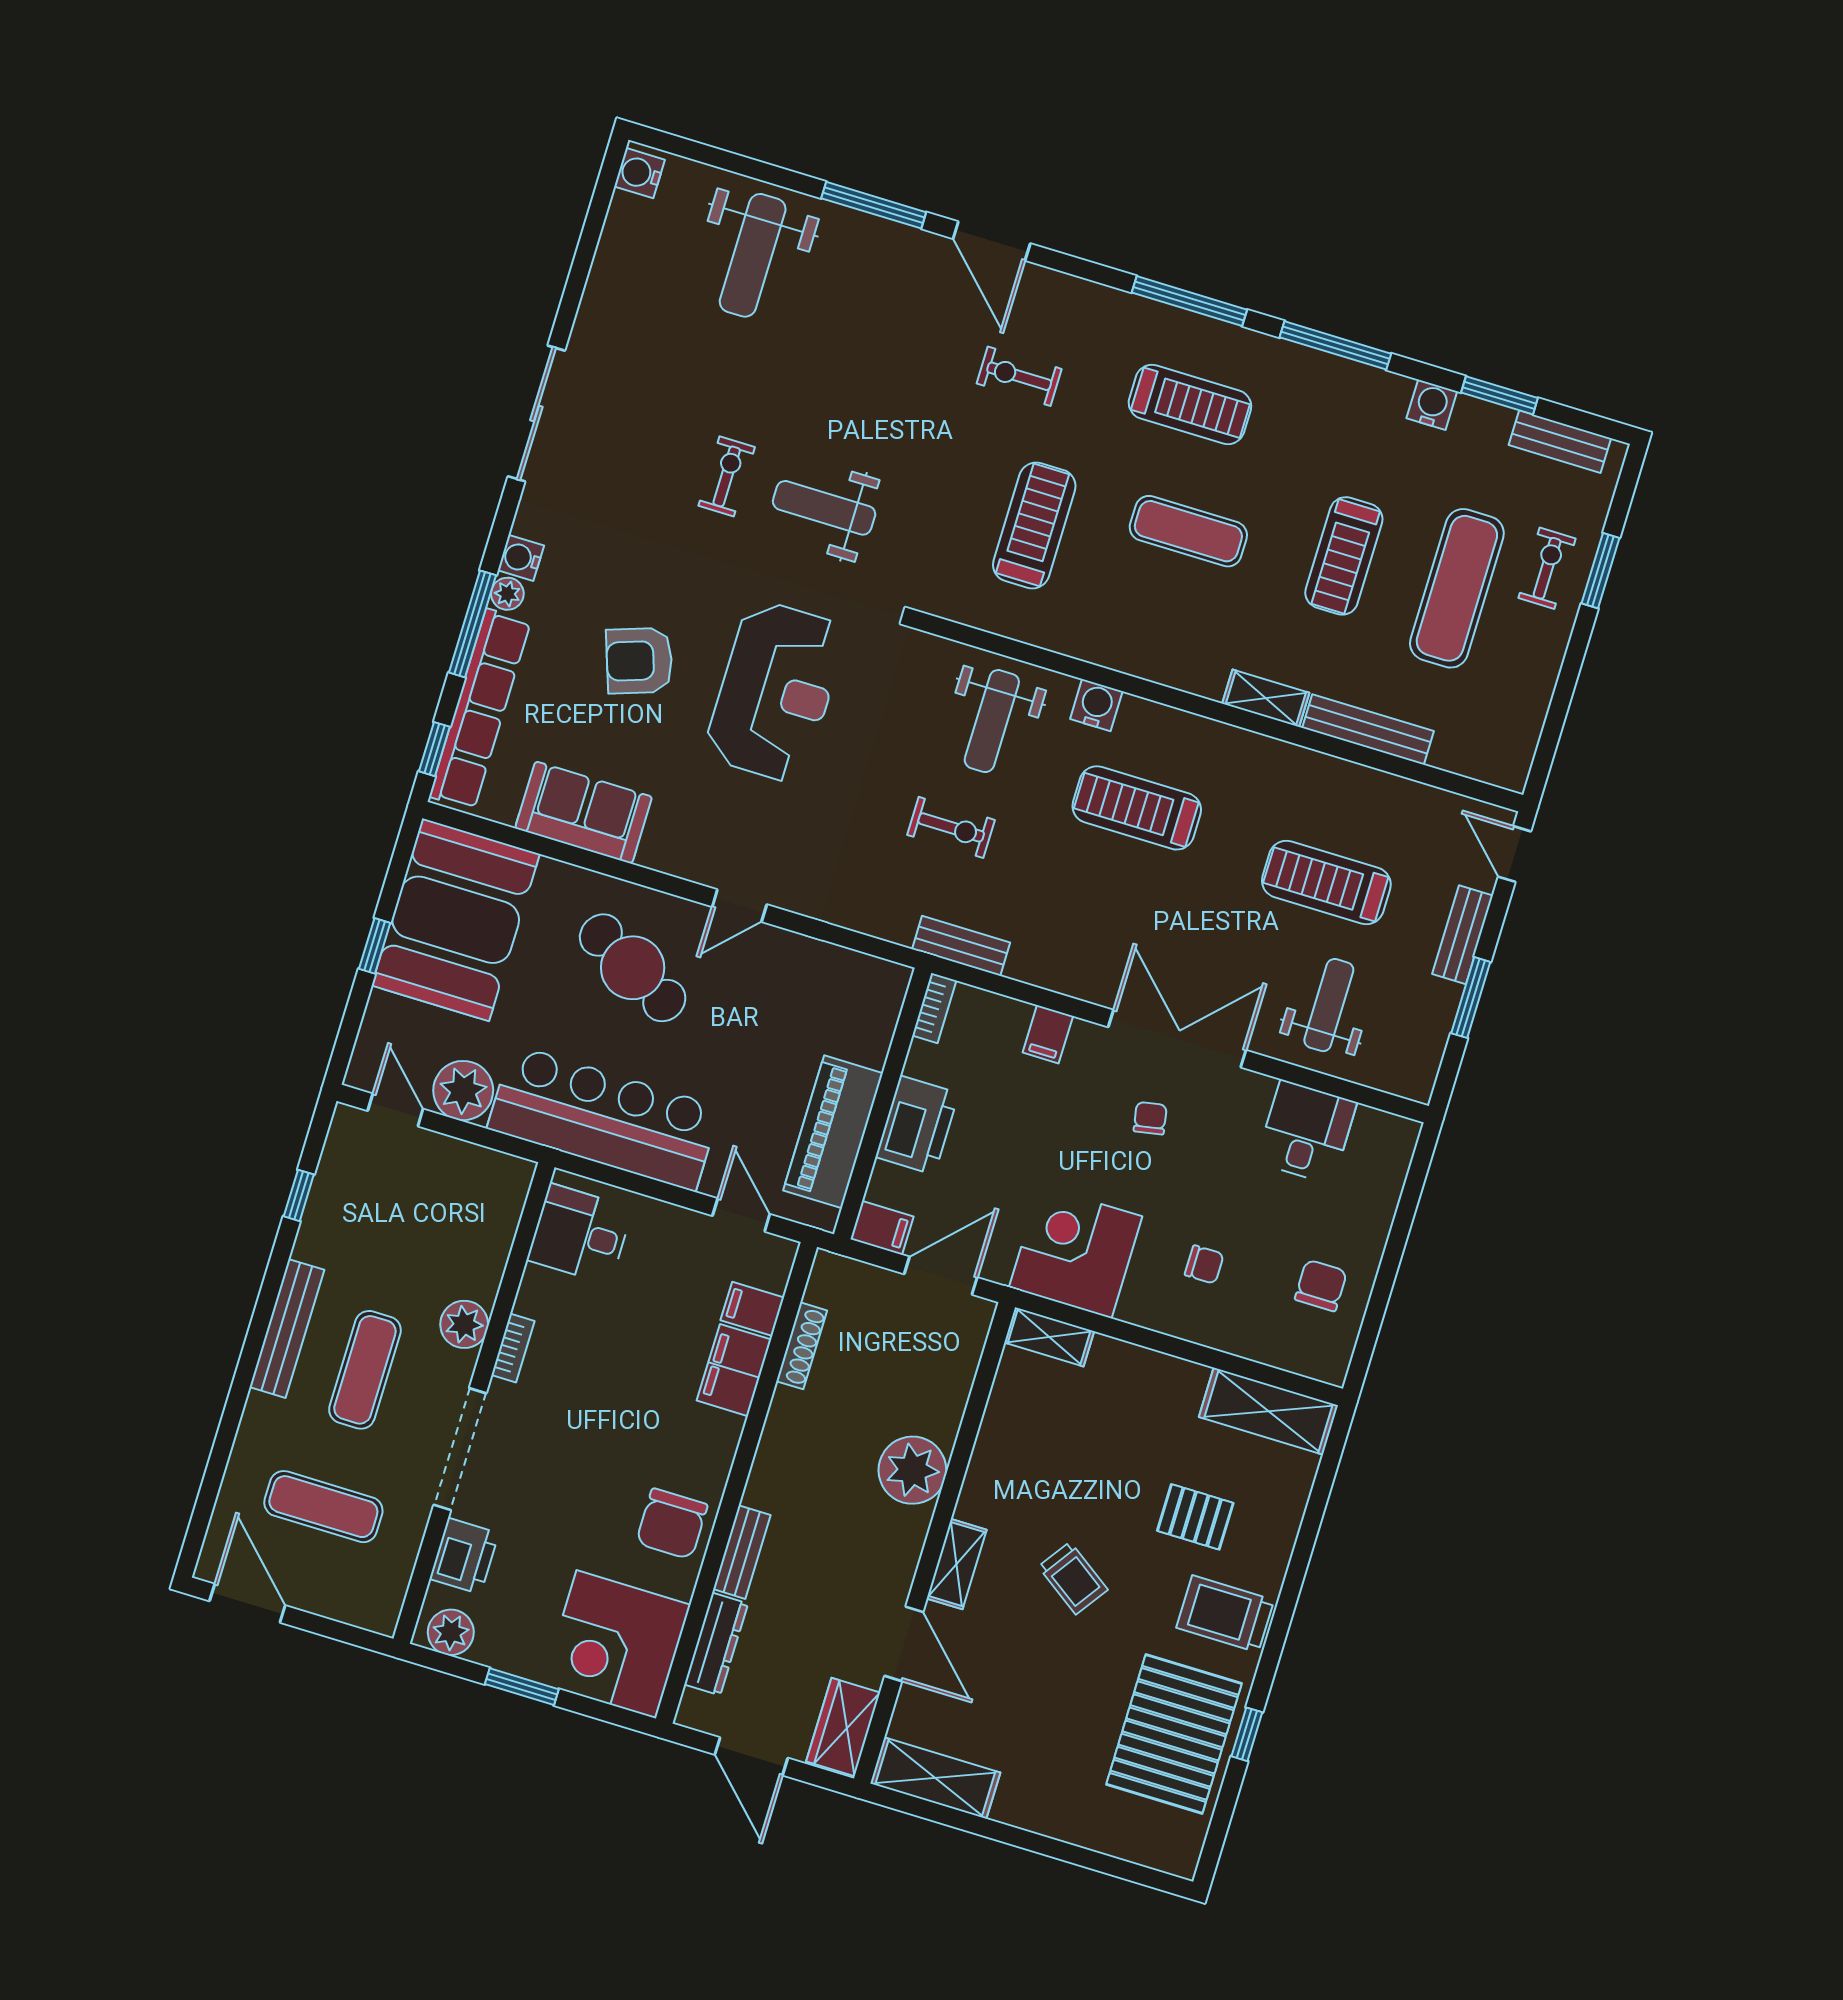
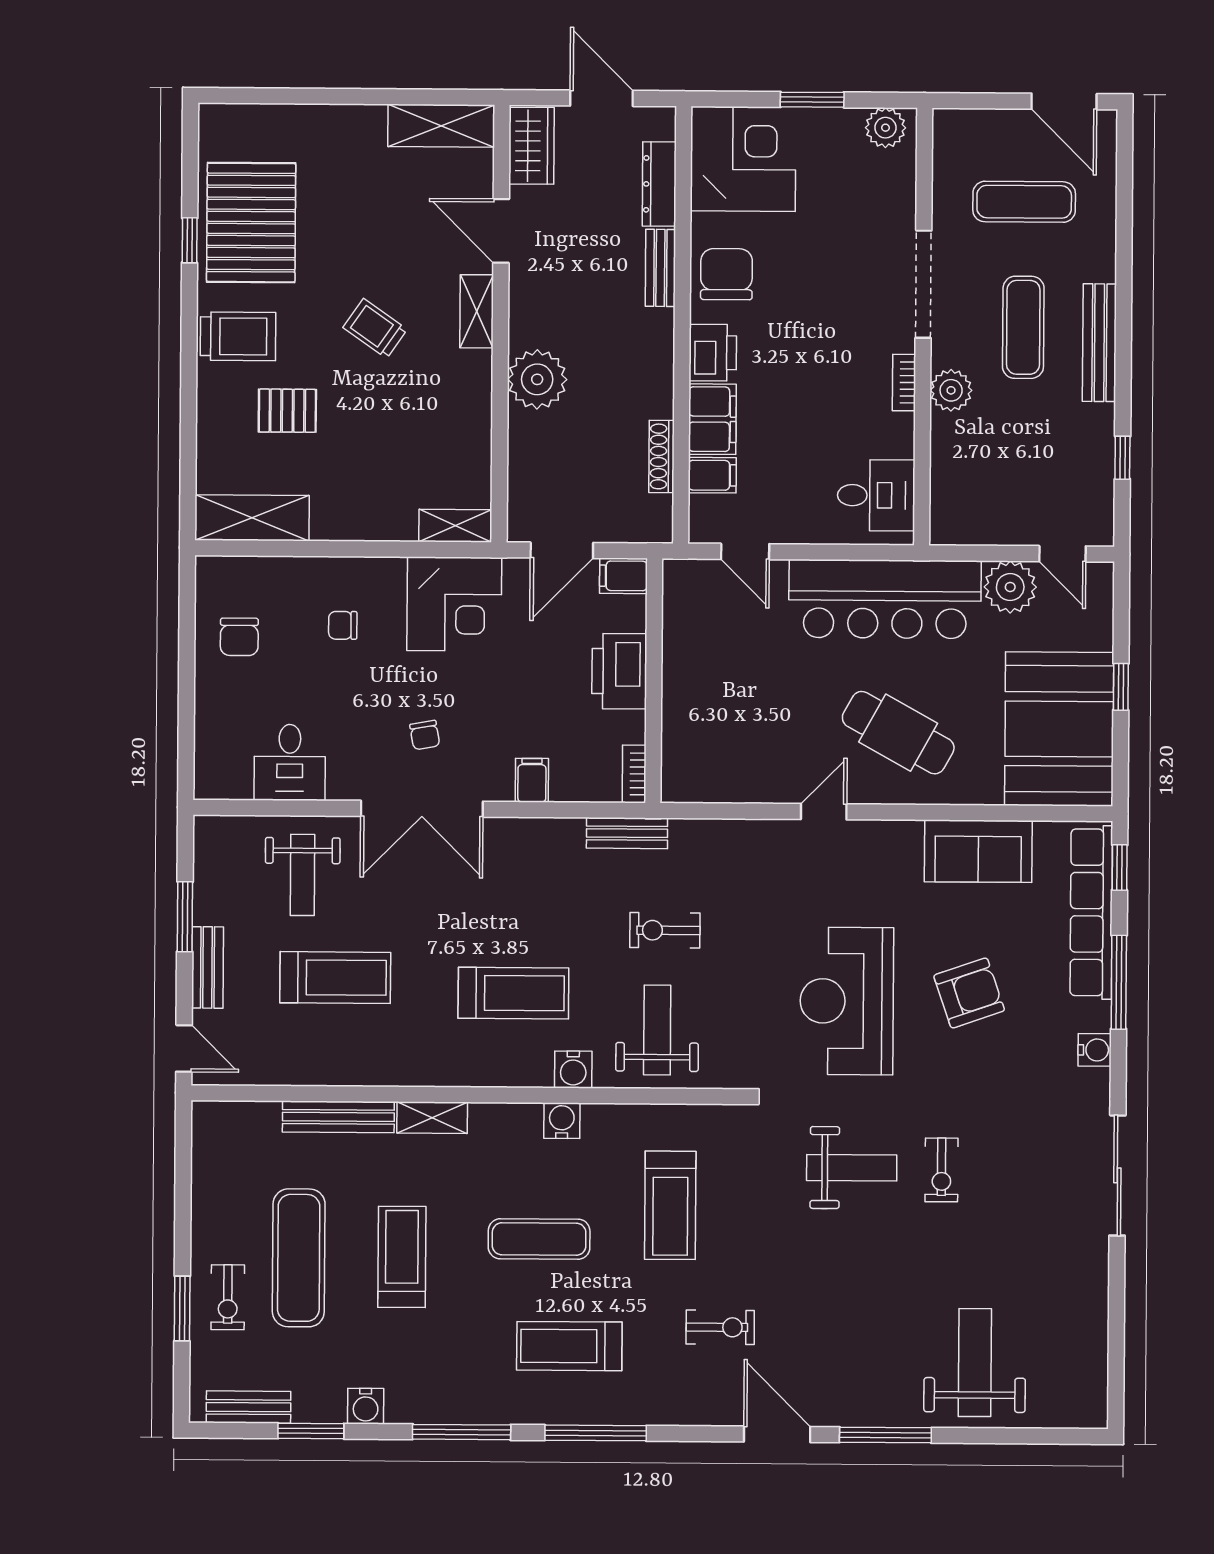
water cooler: (640, 173) -> (562, 1121), moved, turned -90
plant: (507, 594) -> (1097, 1016), removed
piano: (833, 1132) -> (688, 645), removed
printer: (464, 1556) -> (713, 353), moved, turned 180

